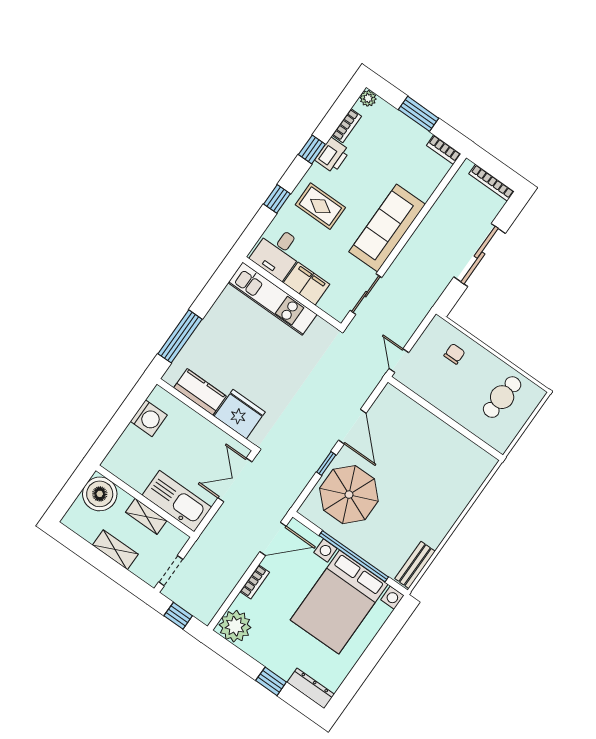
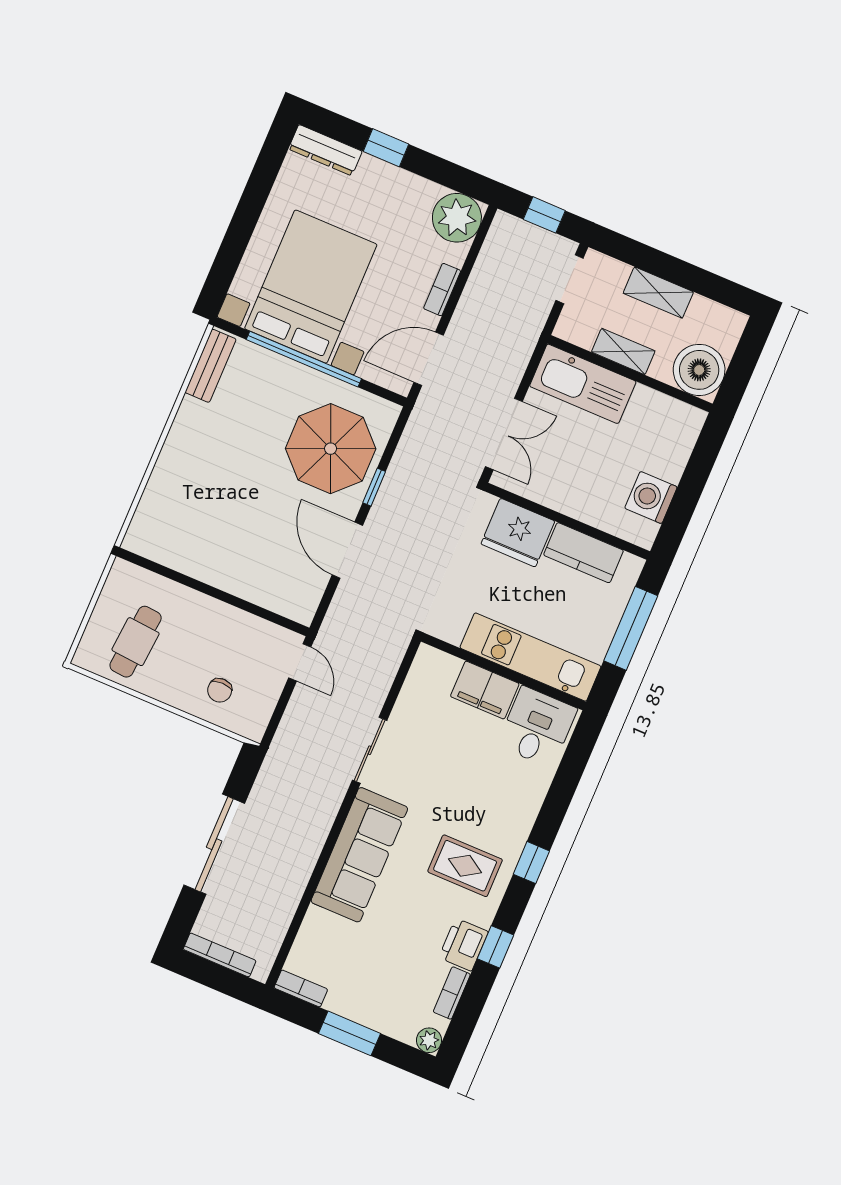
desk: (278, 252) -> (537, 727), moved
filing cabinet: (307, 284) -> (485, 690), moved
wall: (292, 293) -> (503, 672), moved
kitchen unit: (272, 299) -> (530, 657), moved

